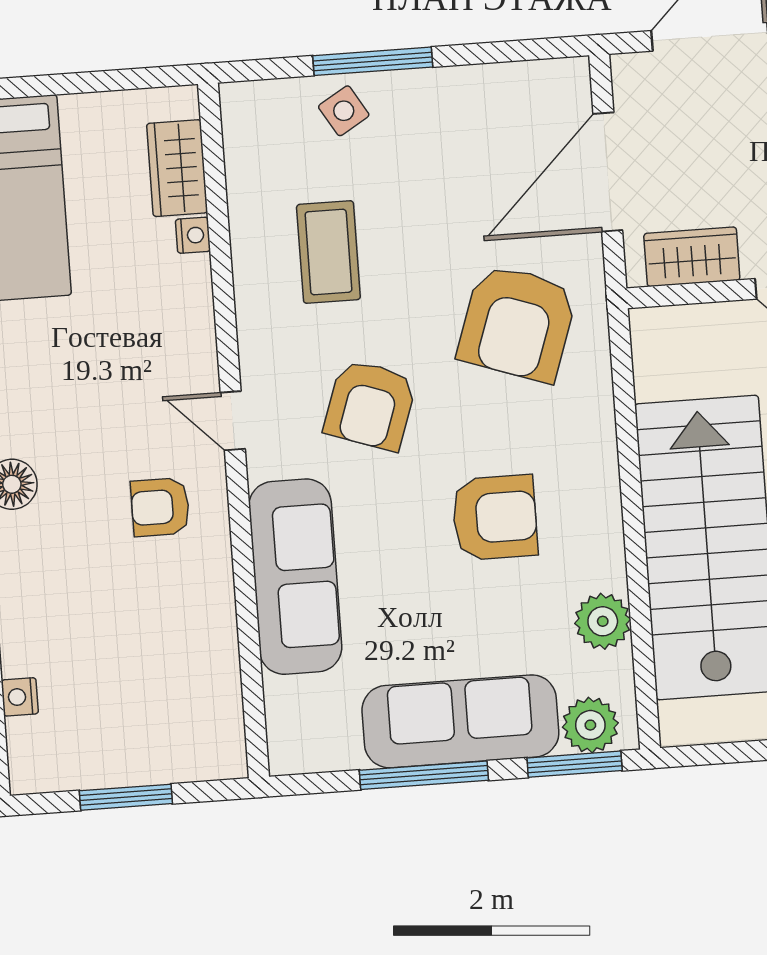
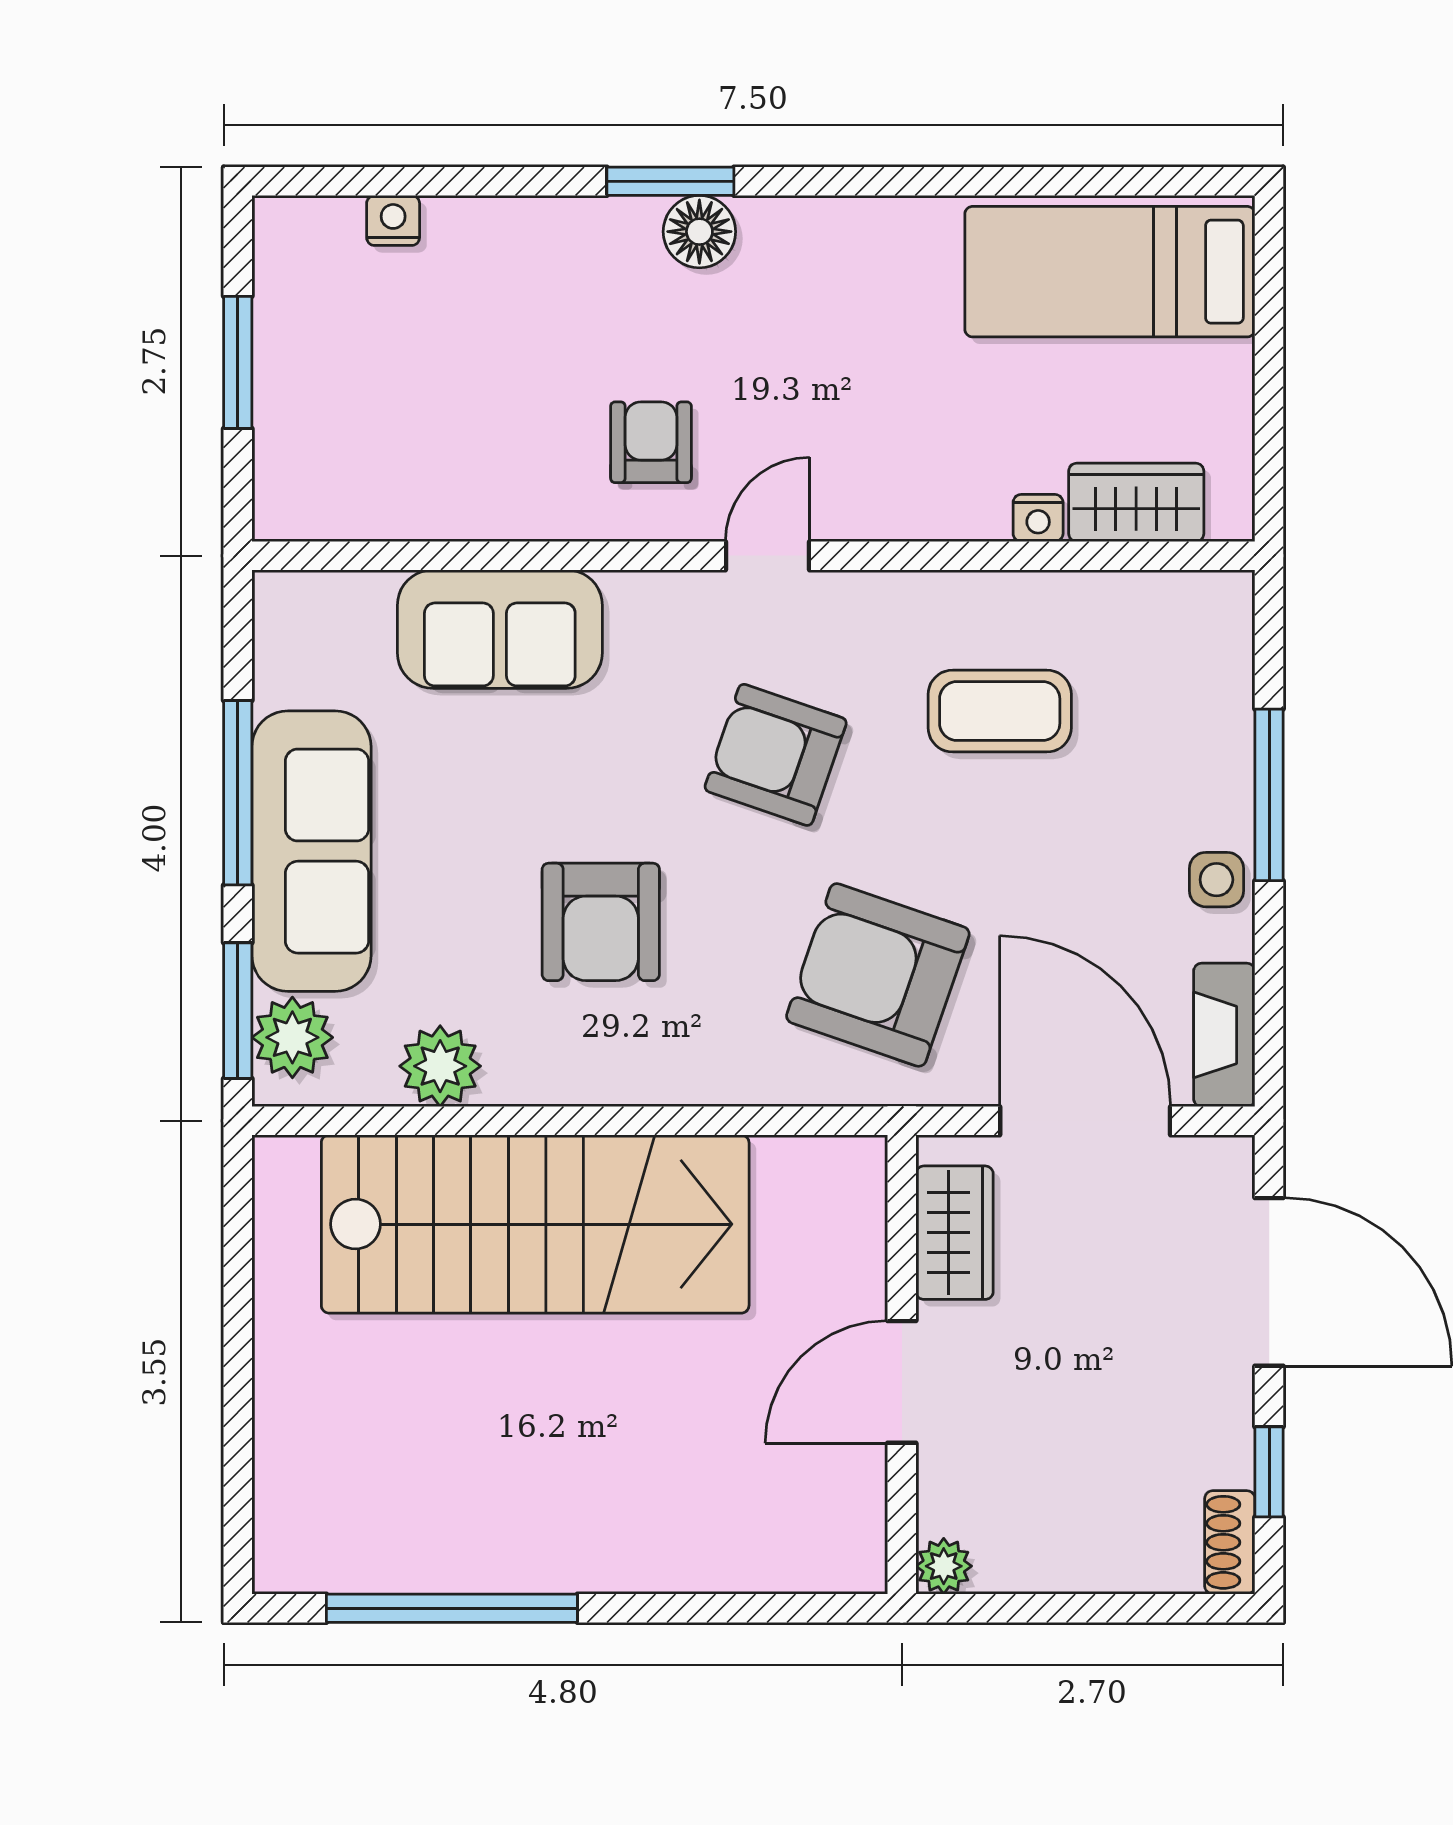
fireplace: (541, 80) -> (1224, 1035), added
side table: (344, 111) -> (1216, 880), moved, turned 31
sofa: (295, 577) -> (500, 629), width x0.73

